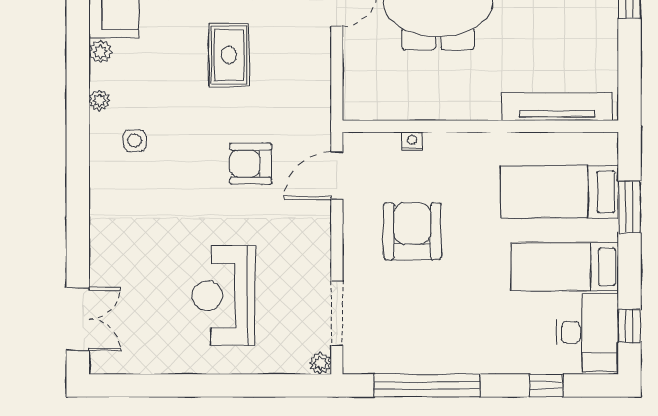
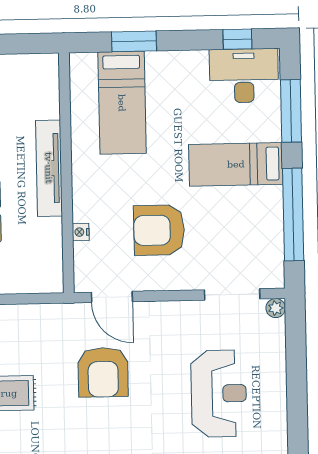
tv unit: (557, 107) -> (49, 168), moved
armchair: (251, 164) -> (103, 372), width x1.36, depth x1.36
bed: (565, 267) -> (236, 164), moved, turned 90
reception desk: (224, 296) -> (219, 394), turned -90
window: (546, 385) -> (291, 111), width x2.17

